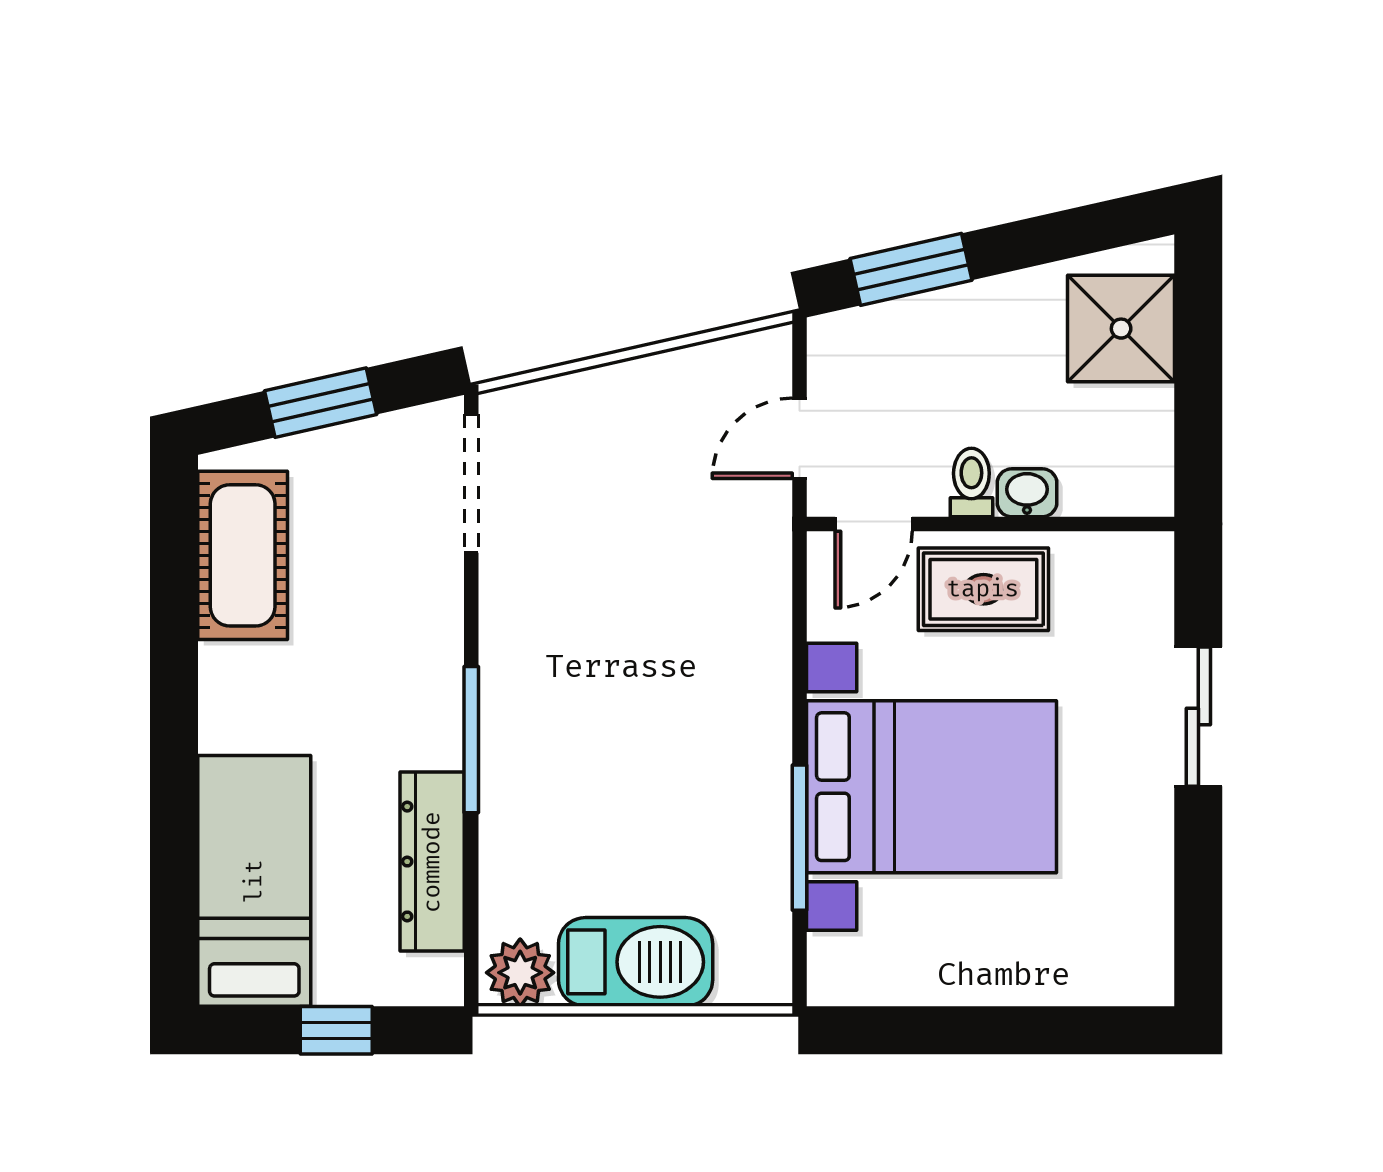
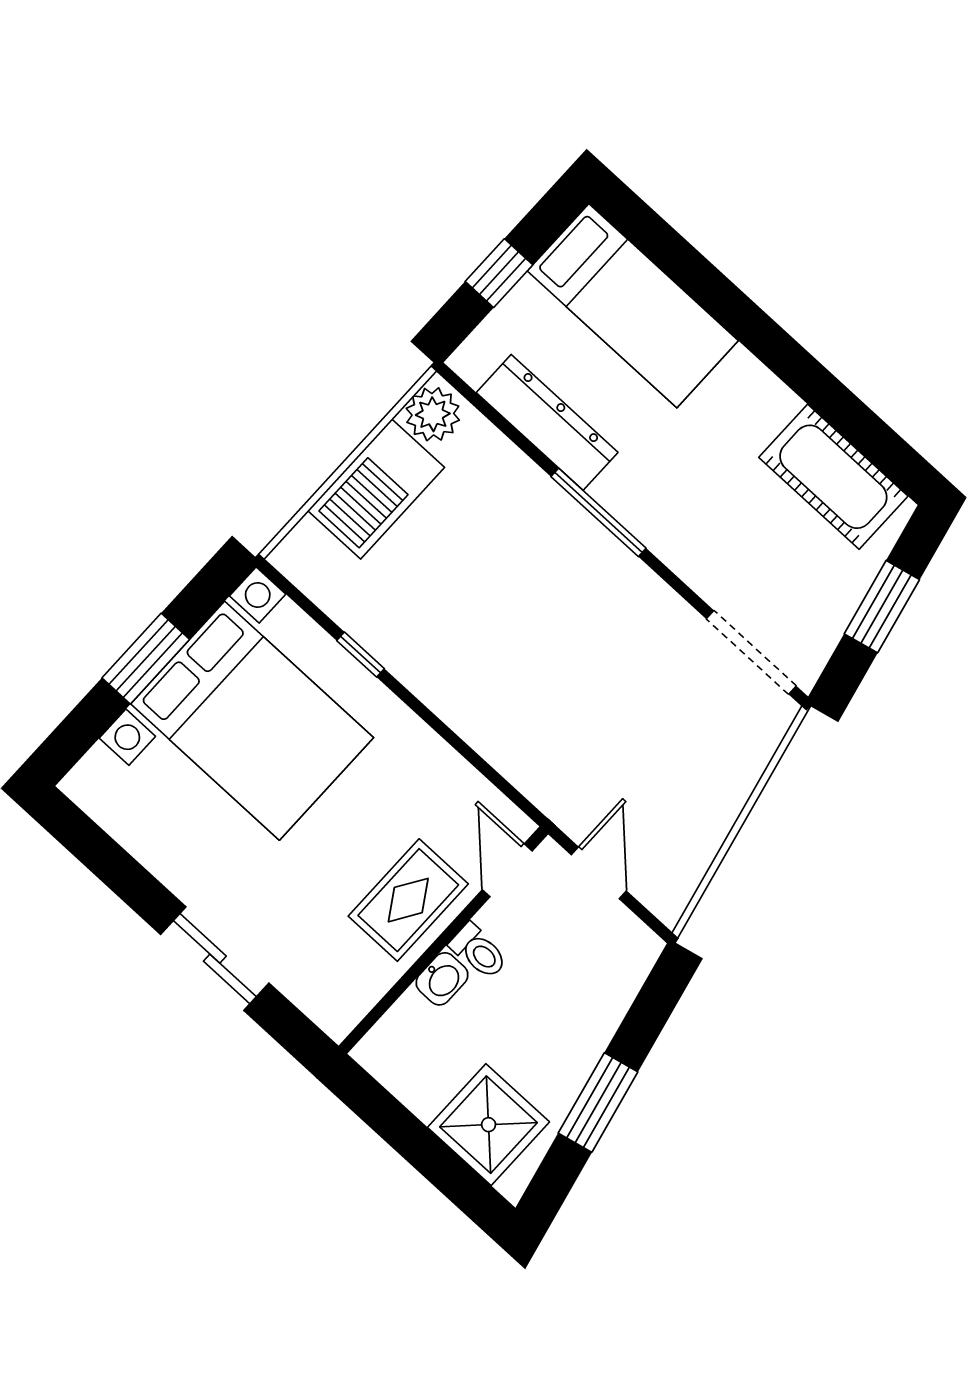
window: (911, 269) -> (598, 1103), moved
bed with nightstands: (932, 787) -> (252, 721), moved, turned -90
window: (800, 838) -> (361, 655), width x0.46
window: (983, 1030) -> (146, 659), added

